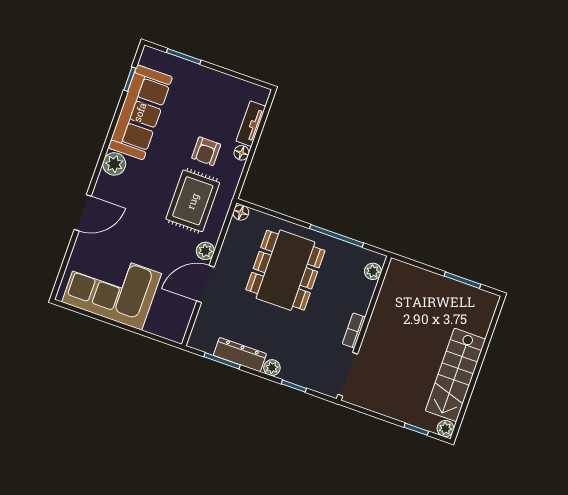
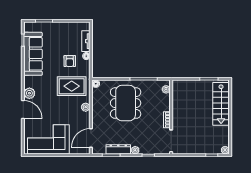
plant: (114, 164) -> (29, 93), moved
rug: (193, 201) -> (72, 86), turned 90
door: (83, 213) -> (23, 109), hinge flipped
door: (205, 284) -> (91, 138), moved
stairs: (455, 375) -> (221, 104), moved

